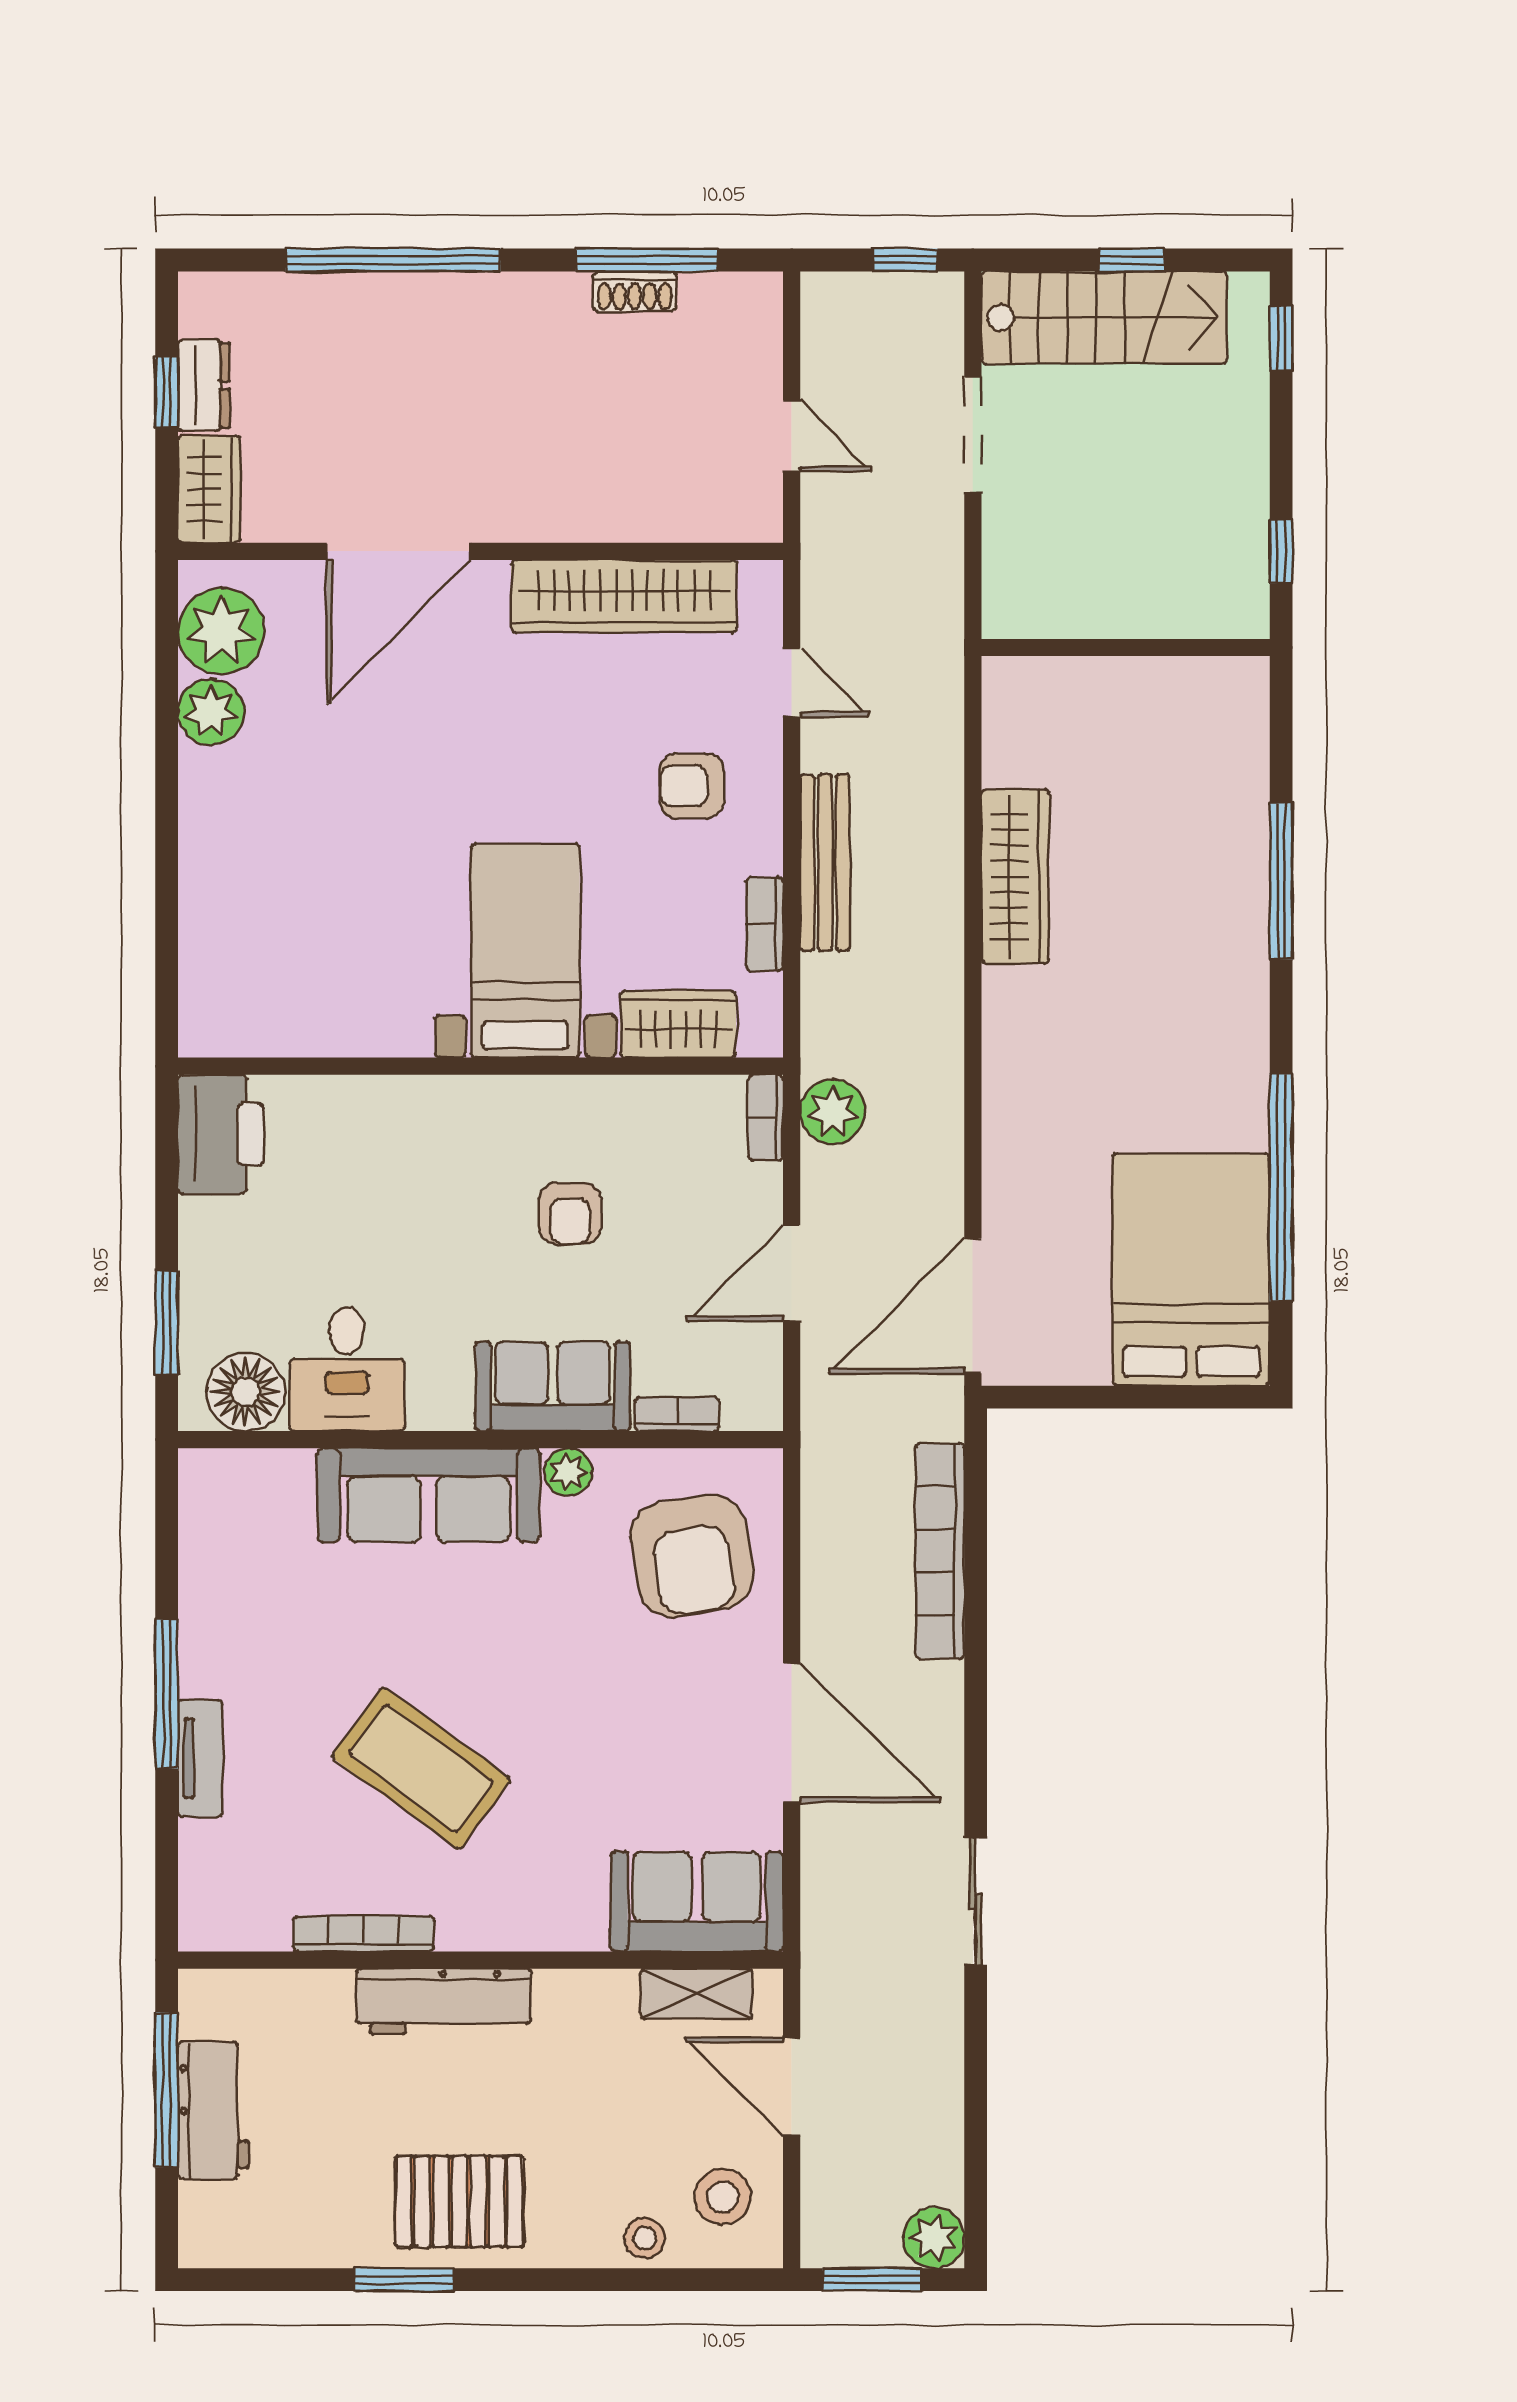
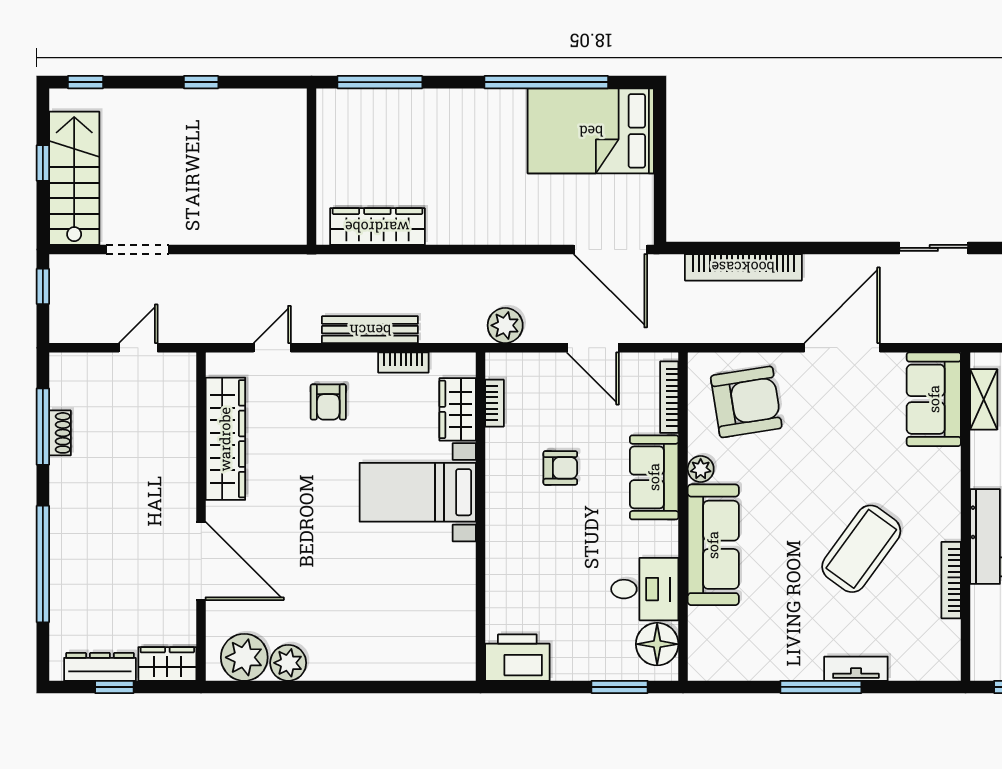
dresser: (204, 385) -> (100, 667), width x1.44
wall: (1126, 647) -> (312, 167), moved
bookcase: (766, 1118) -> (494, 403), moved, turned -90
bookcase: (677, 1414) -> (669, 397), width x1.56

